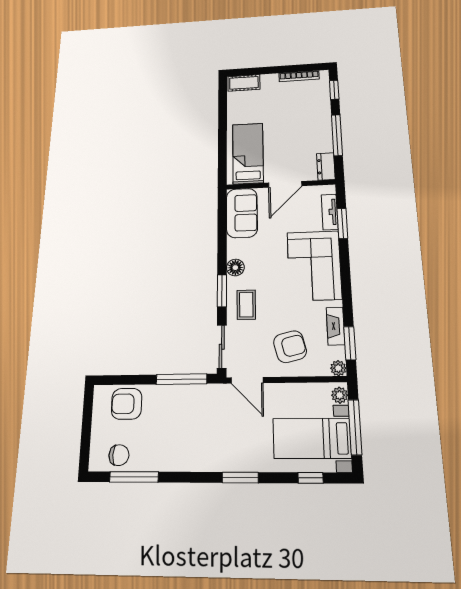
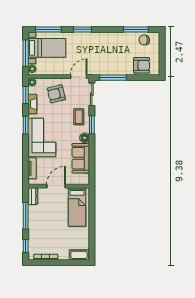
sofa: (242, 213) -> (81, 158), moved
window: (342, 224) -> (26, 125), moved
door: (247, 380) -> (79, 77), hinge flipped
window: (311, 478) -> (48, 29), width x2.17

